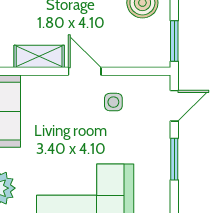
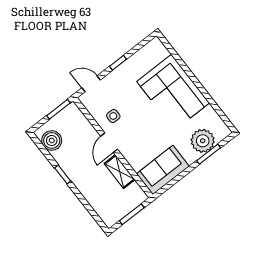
window: (174, 159) -> (118, 63), width x0.67

